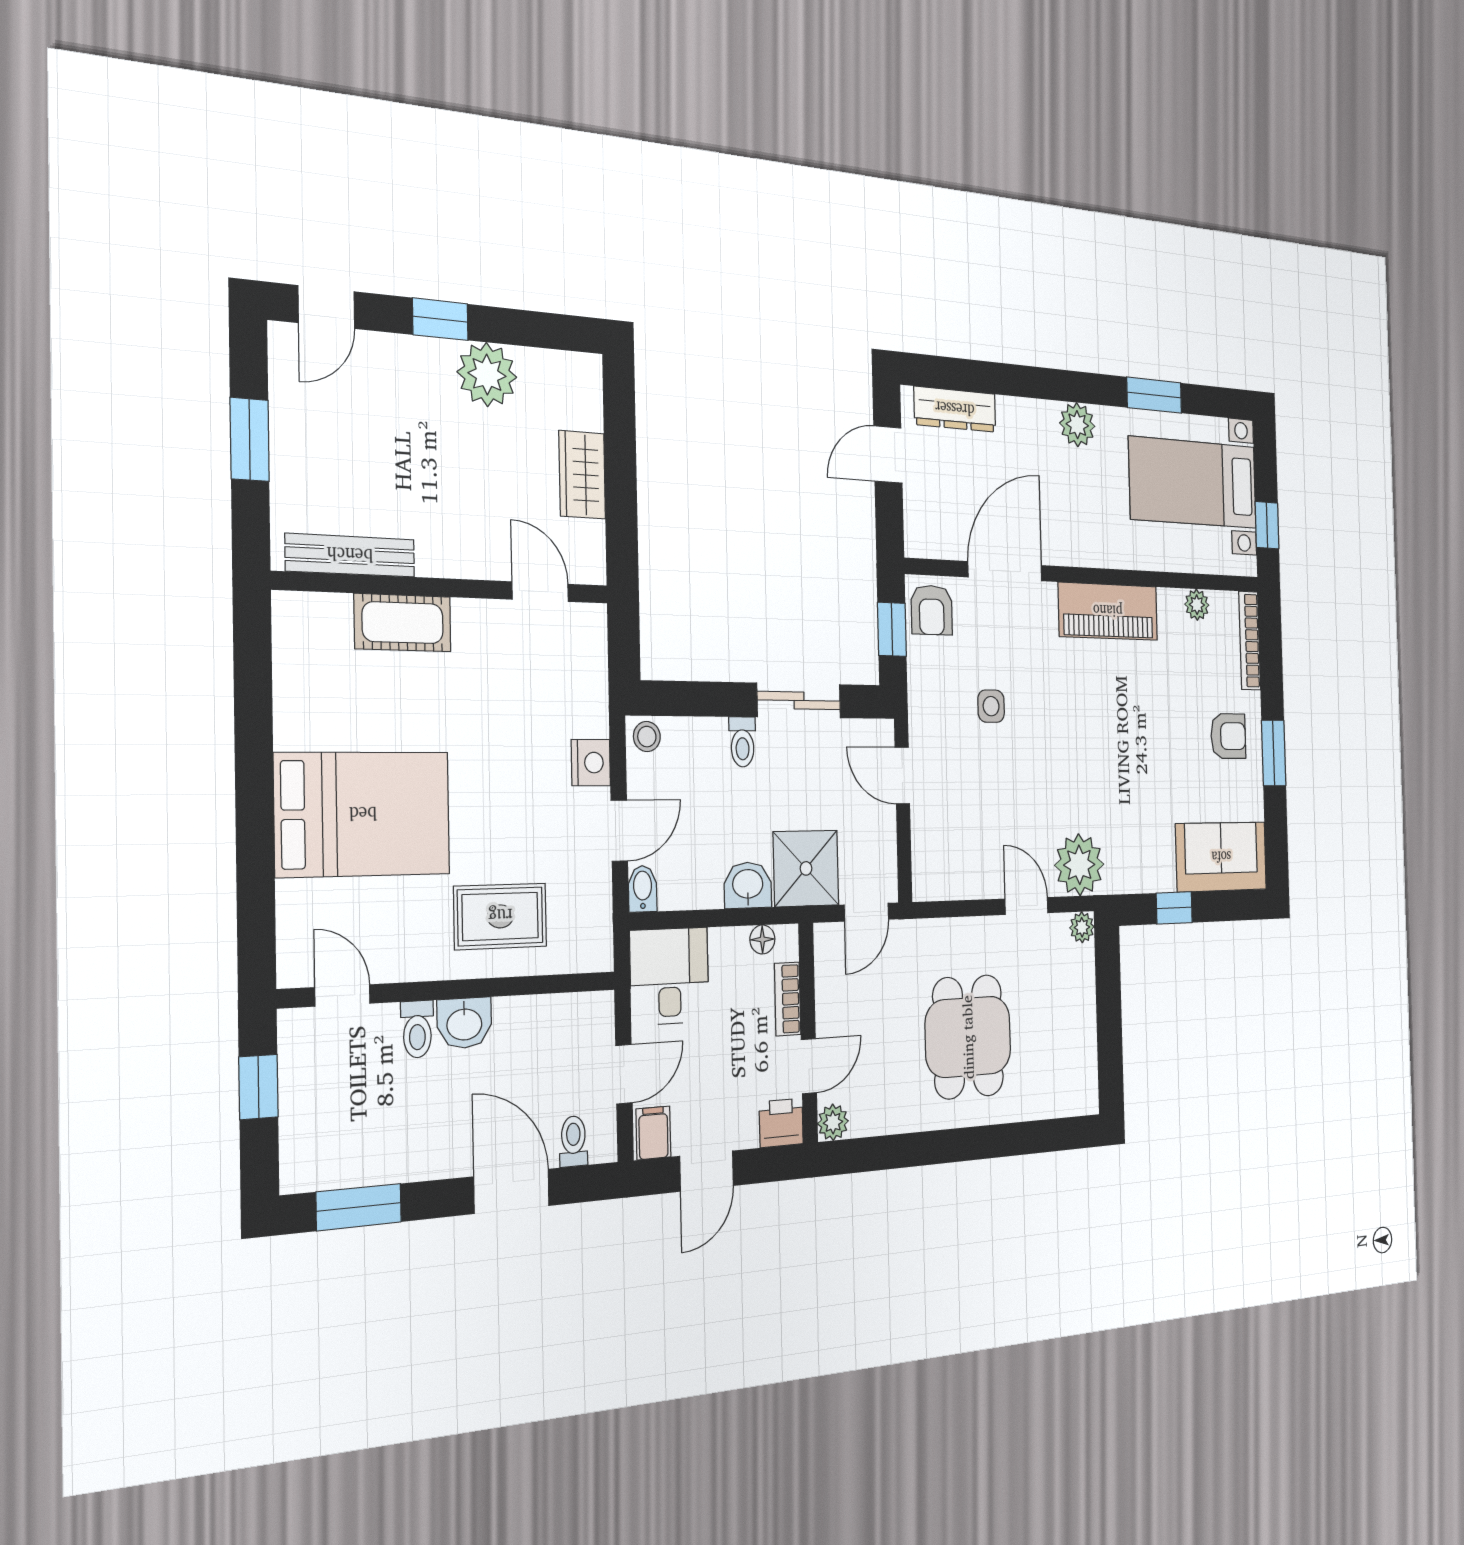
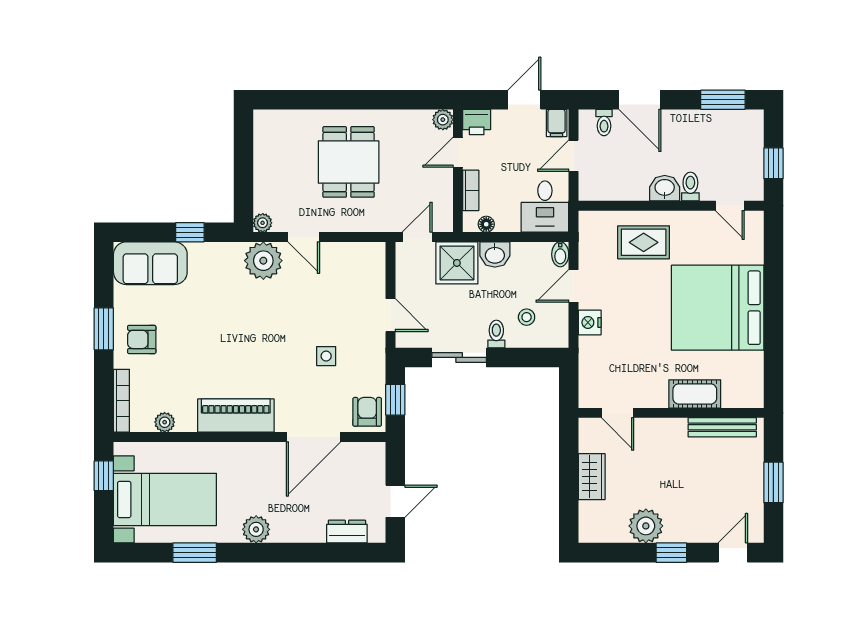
dresser: (955, 409) -> (347, 532), width x0.70
stool: (647, 737) -> (527, 317), moved
bed: (363, 814) -> (718, 308), width x1.36

